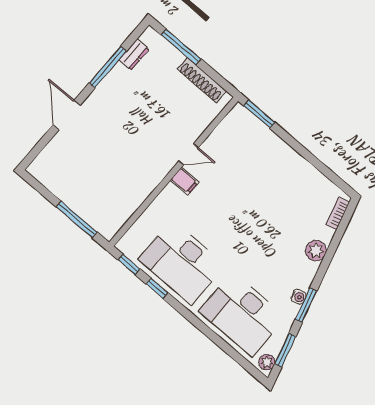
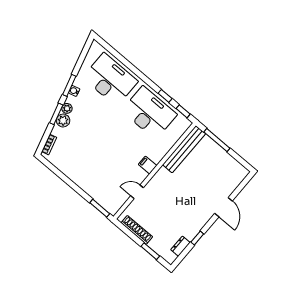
window: (181, 47) -> (150, 251), width x0.69
window: (108, 67) -> (197, 238), width x0.46
door: (189, 154) -> (137, 192), moved
bench: (128, 205) -> (184, 149), added
window: (285, 350) -> (56, 114), moved
plant: (267, 362) -> (67, 108), moved

